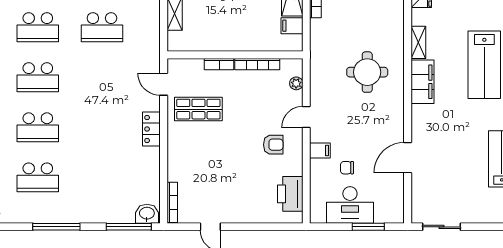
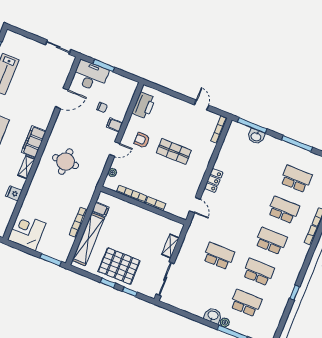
shop shelf: (198, 109) -> (174, 152), moved
desk: (350, 205) -> (90, 76), moved
washbasin: (147, 214) -> (256, 136), moved

